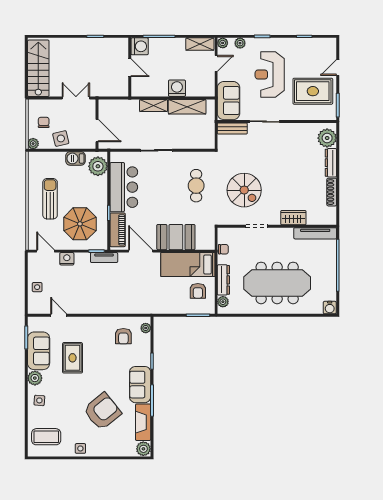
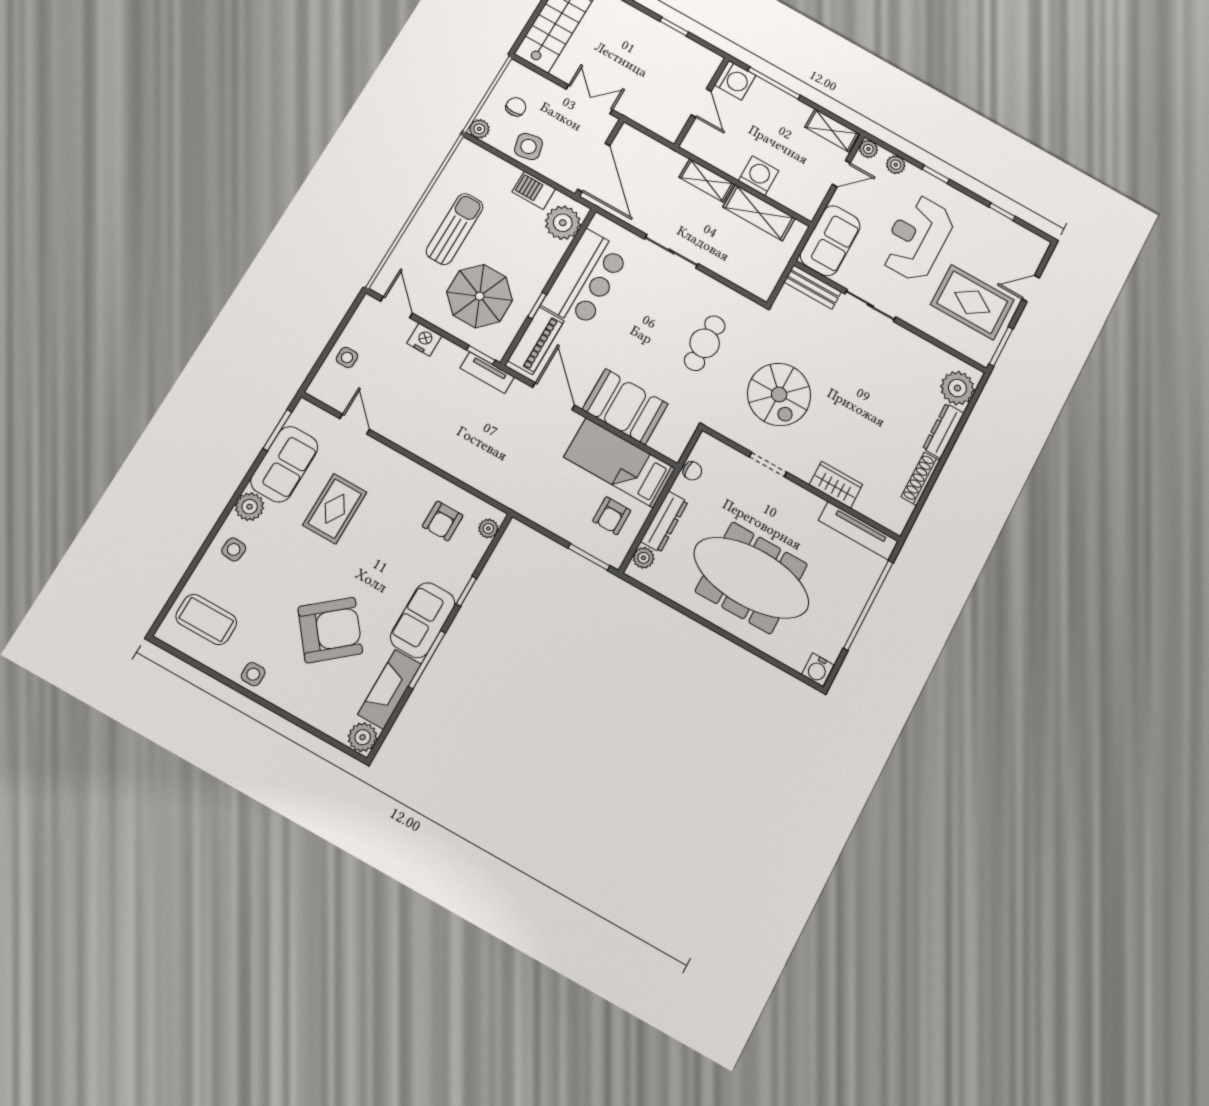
door: (97, 131) -> (594, 167), width x1.36

